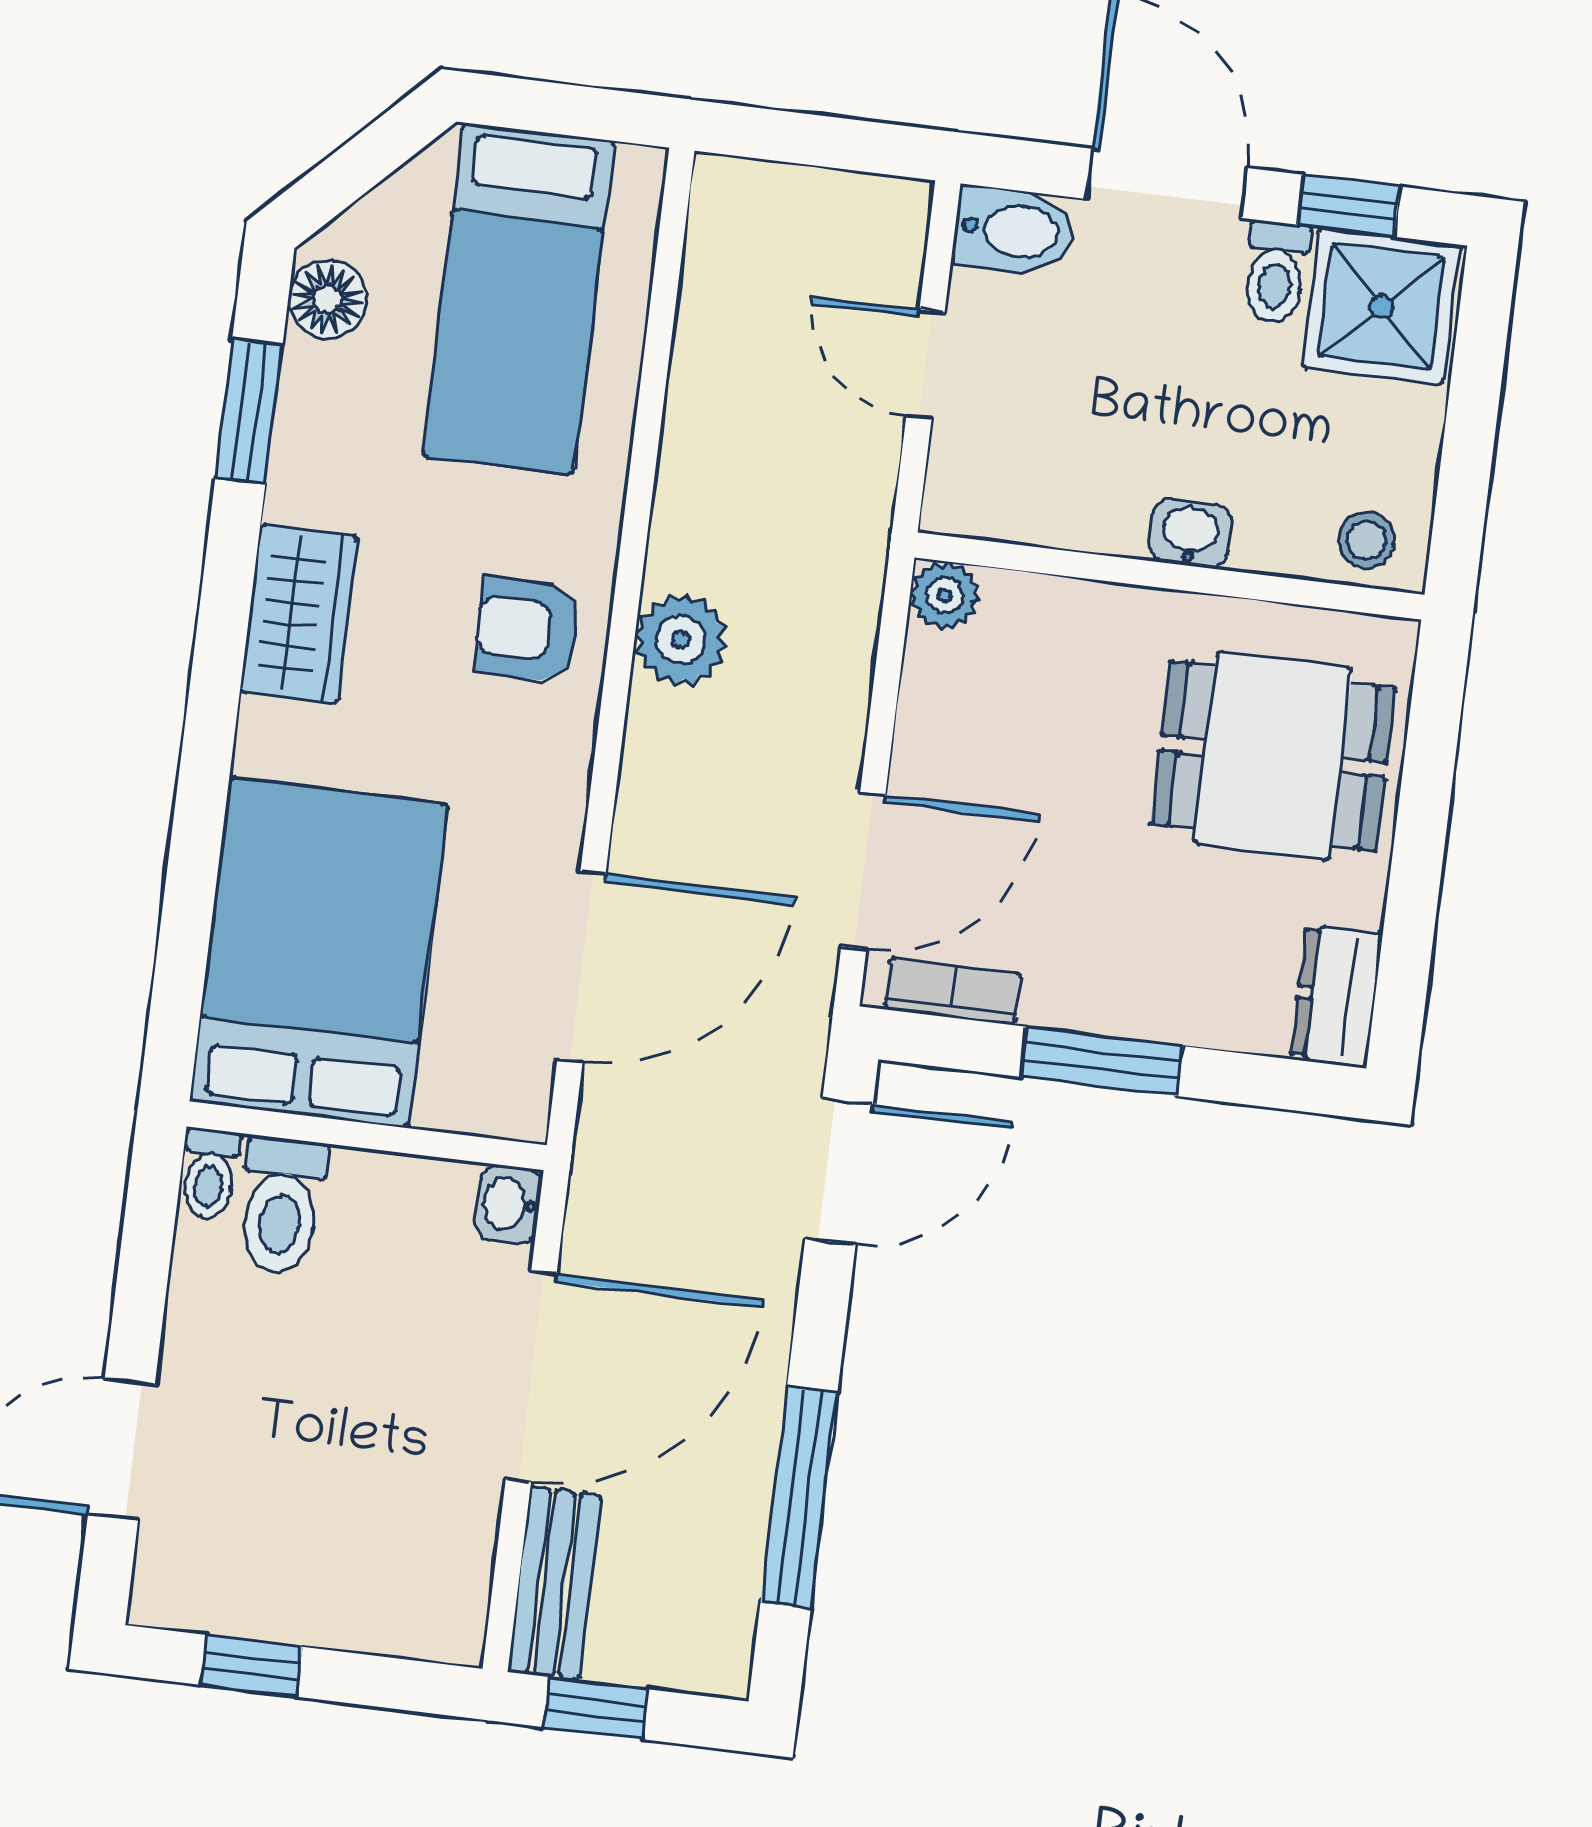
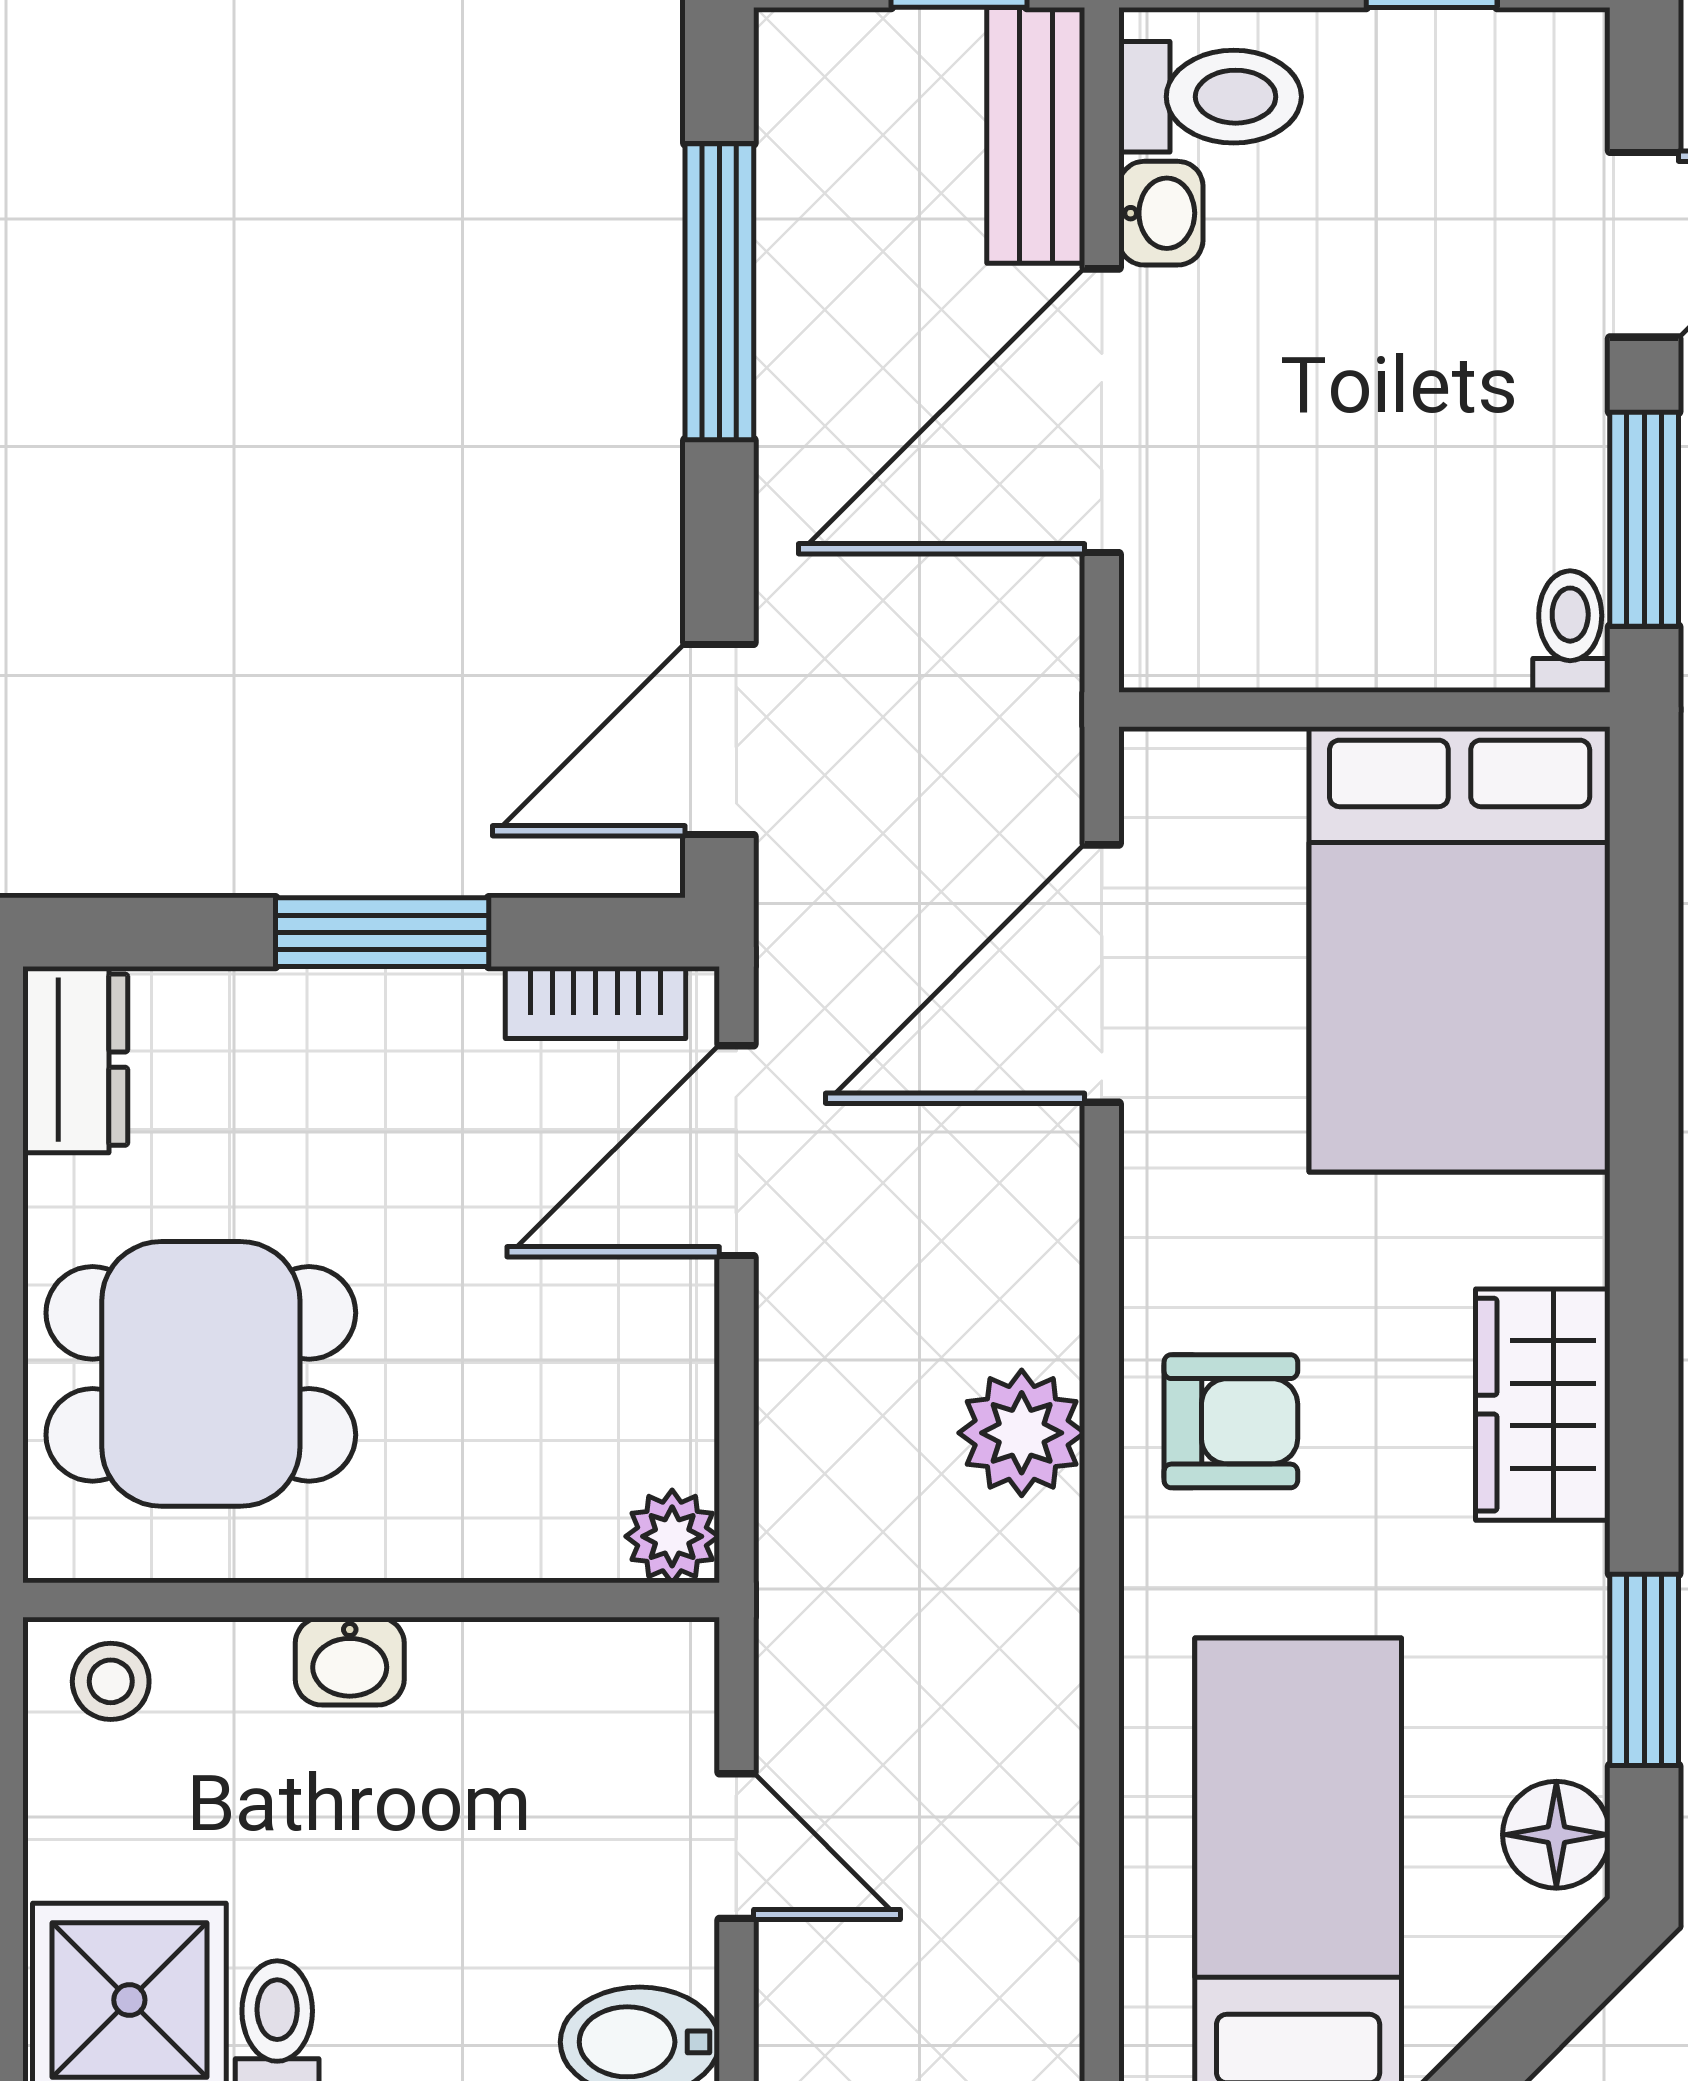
washbasin: (509, 1204) -> (1161, 213), moved
toilet: (281, 1205) -> (1210, 97), moved, turned 90
window: (146, 1249) -> (1644, 519), added

